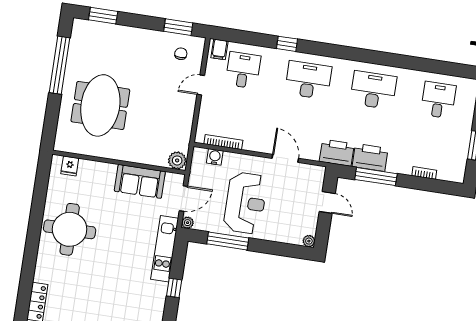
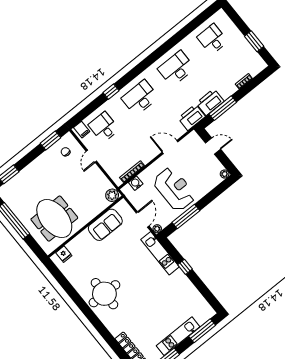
plant: (177, 160) -> (112, 195), moved
wall: (119, 162) -> (85, 227), moved
fridge: (70, 166) -> (64, 254), moved
sofa: (140, 181) -> (105, 225), moved

